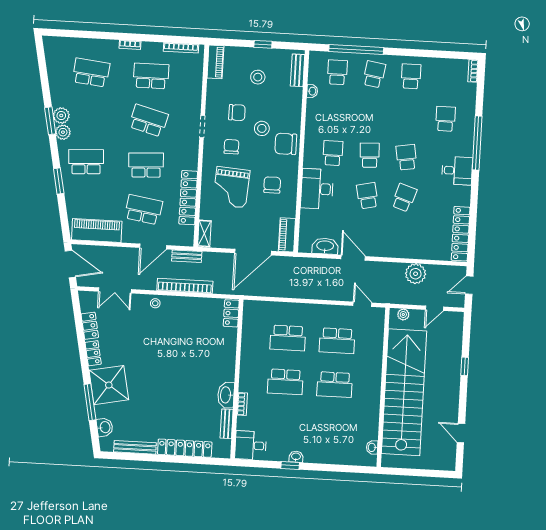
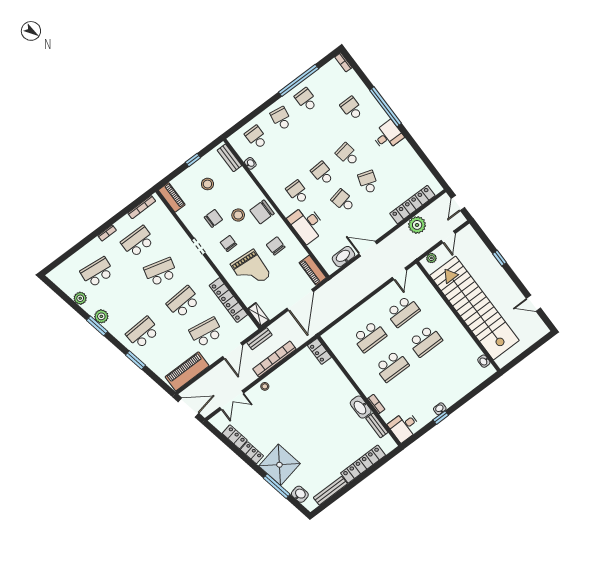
window: (356, 50) -> (299, 80), moved
plant: (63, 132) -> (80, 298), moved
locker: (461, 234) -> (412, 205), moved, turned 90
door: (362, 304) -> (399, 274), swing flipped

